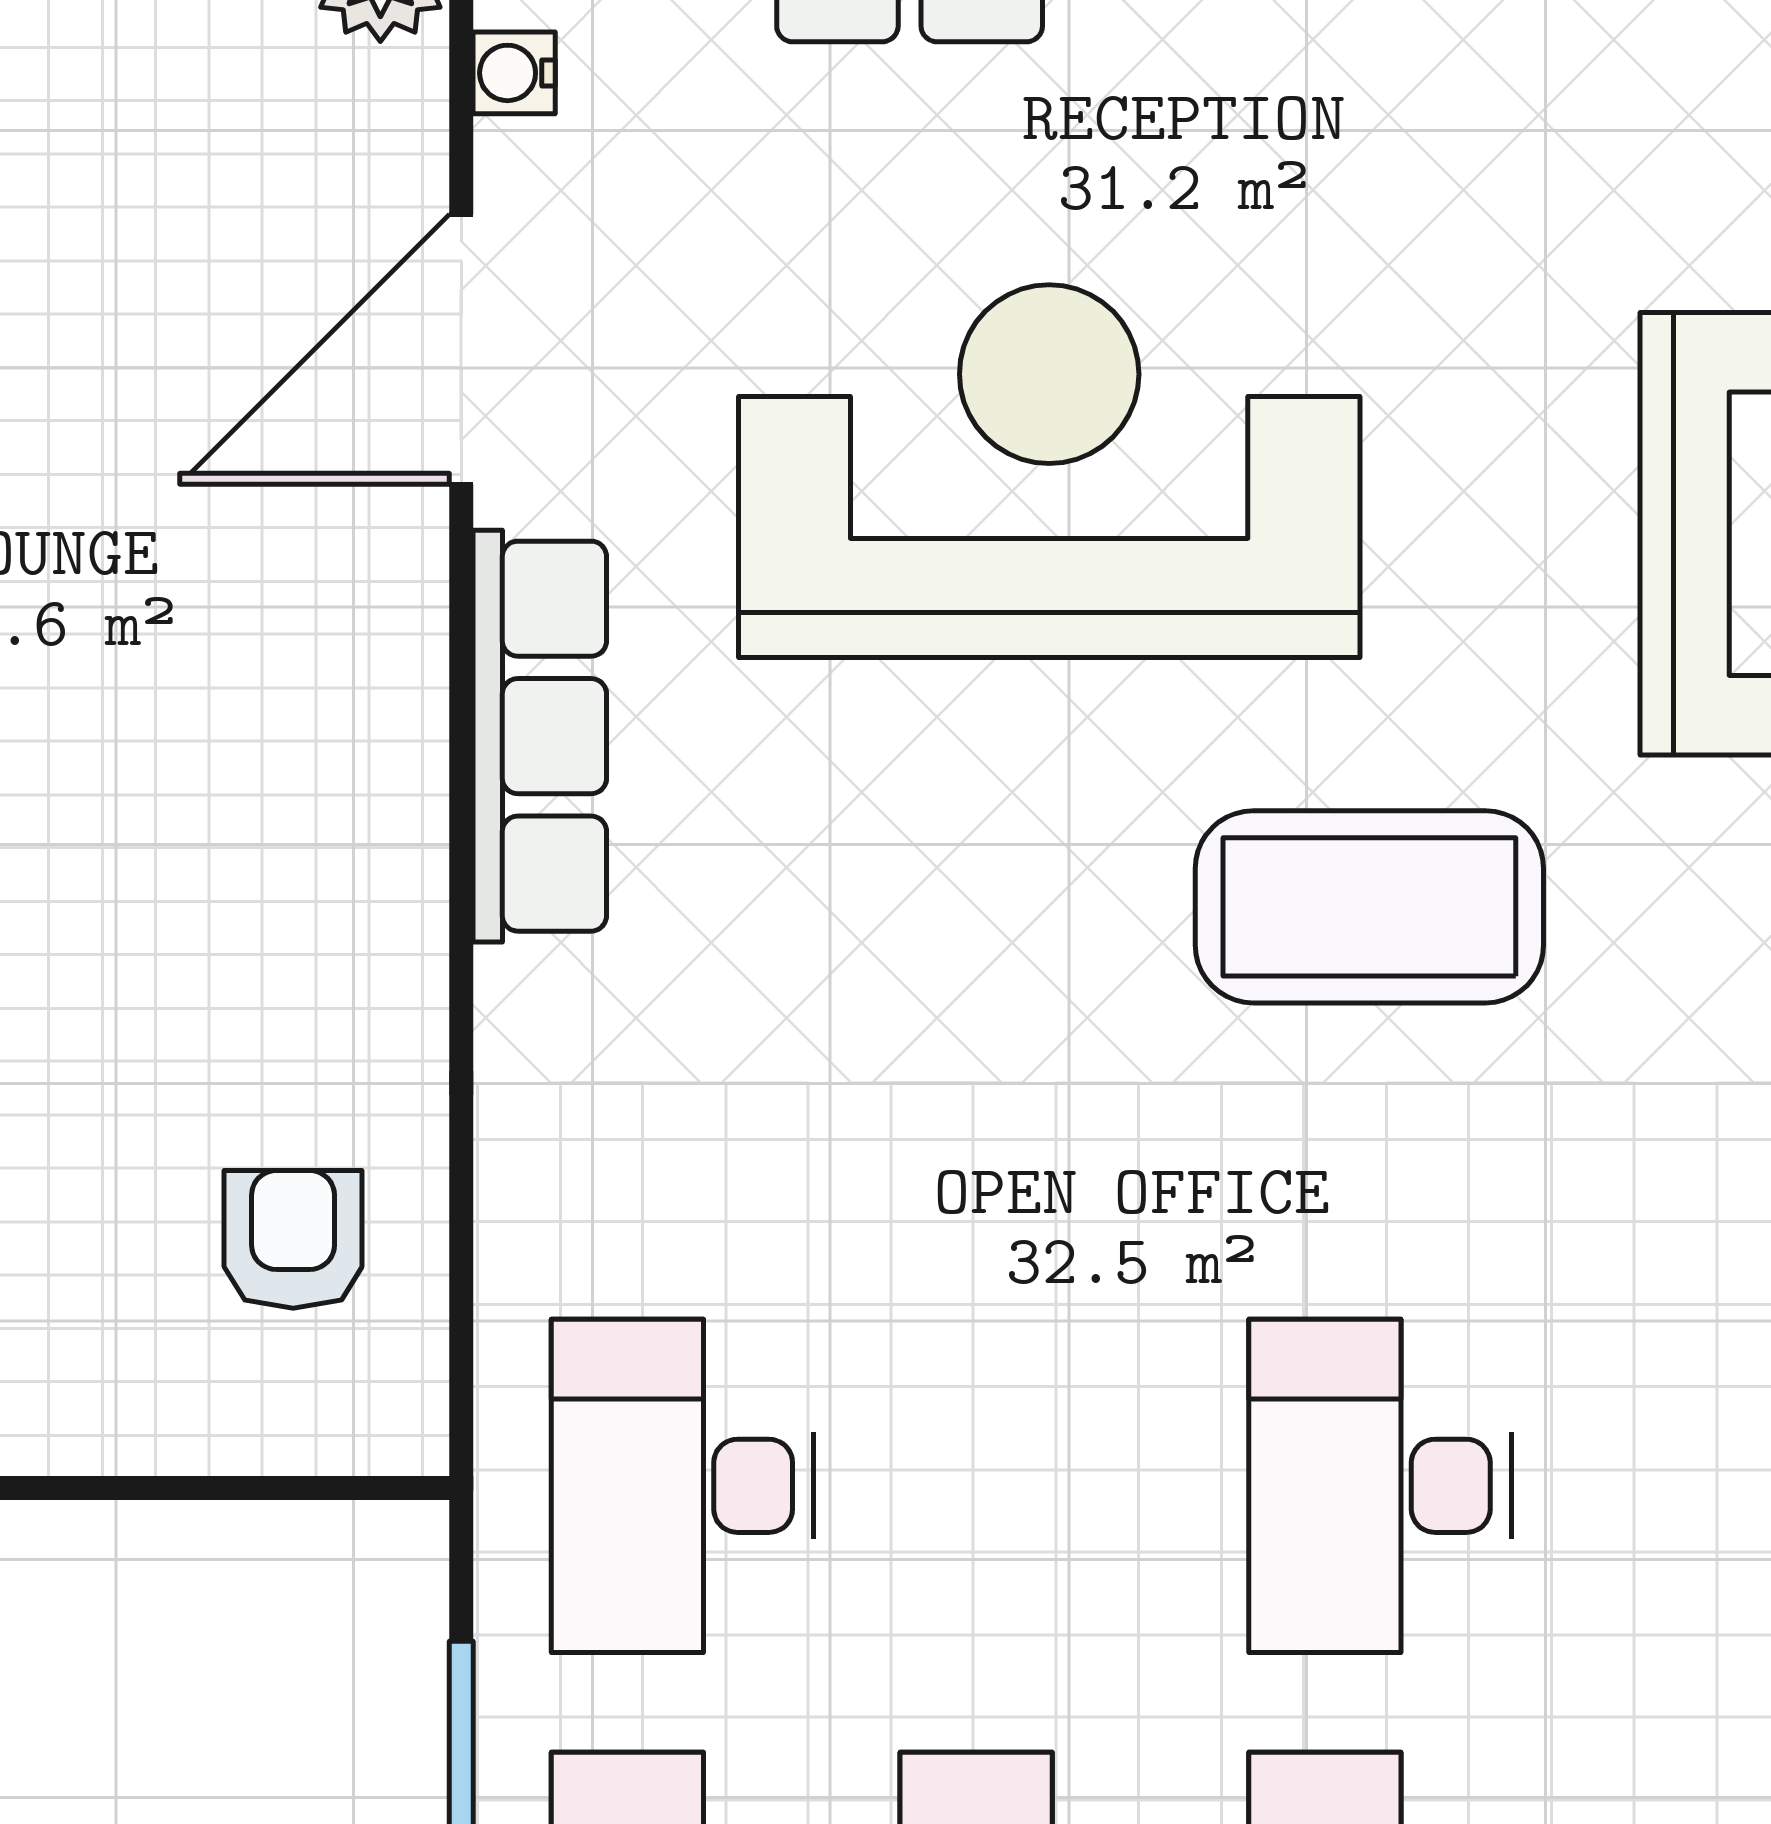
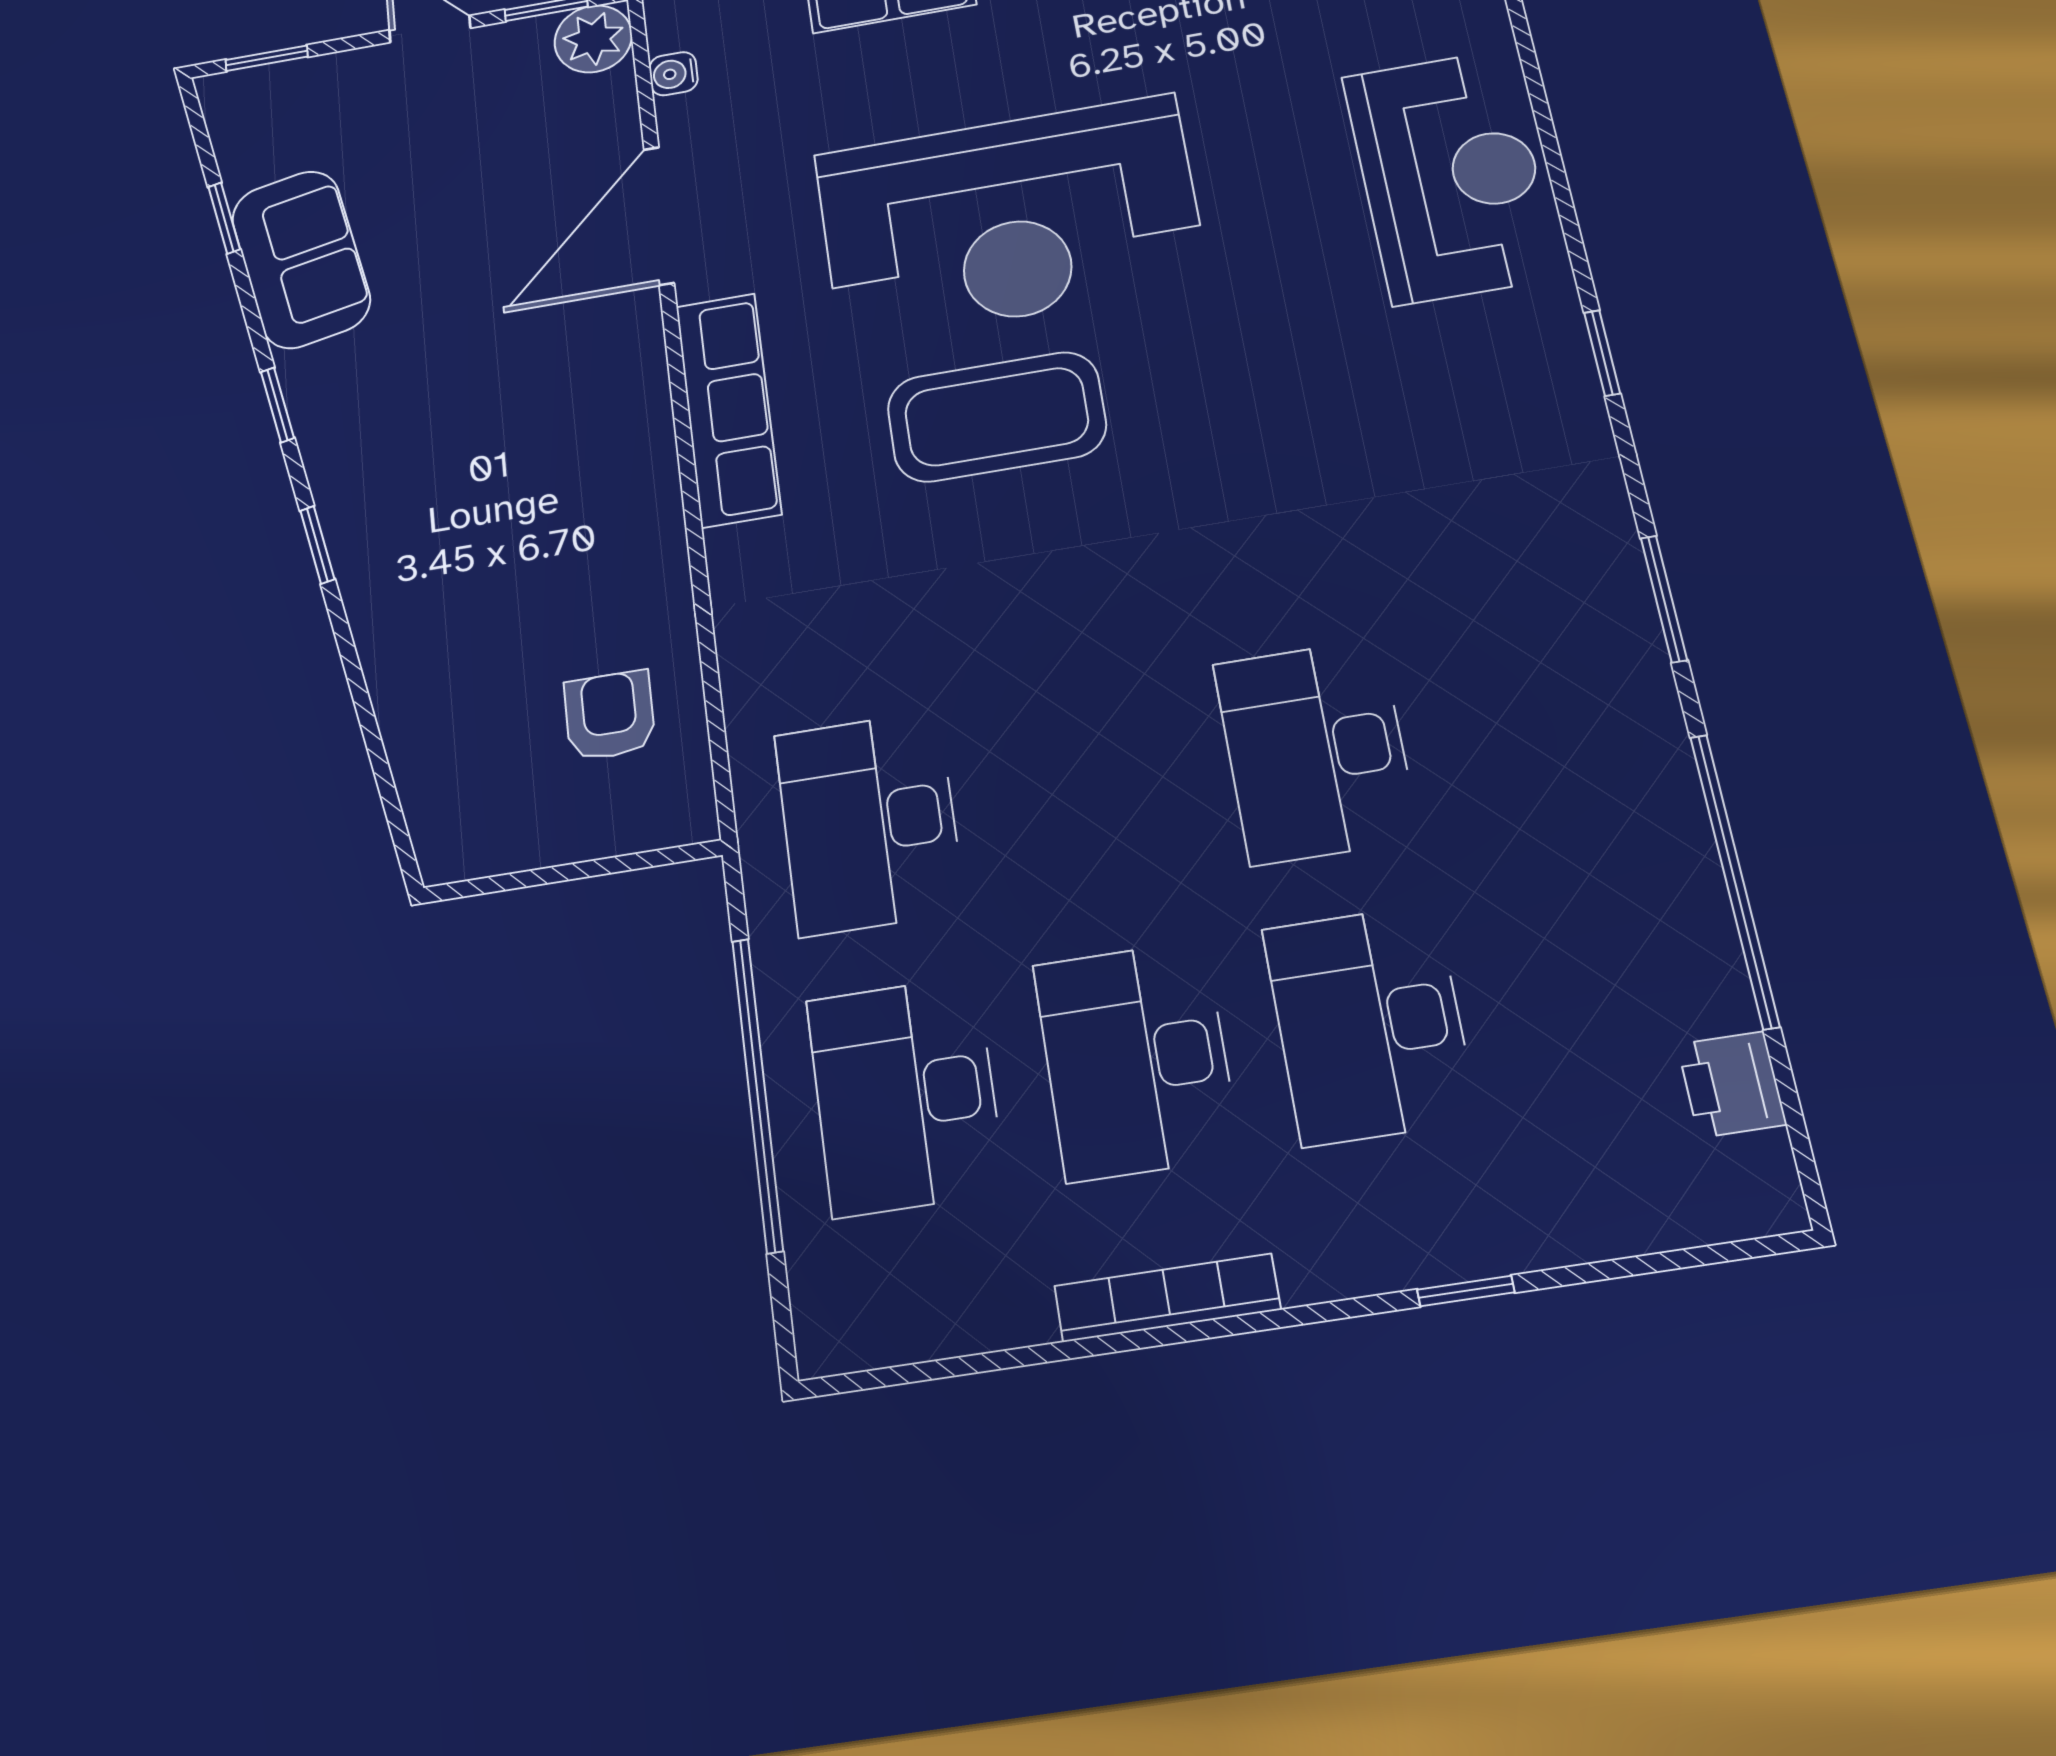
reception desk: (1049, 471) -> (1009, 218), turned 180
coffee table: (1369, 907) -> (997, 417), moved

